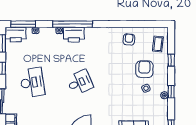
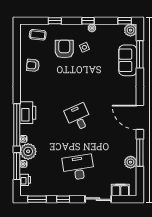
window: (23, 24) -> (17, 166), moved
printer: (16, 35) -> (25, 180), width x0.53, depth x0.68
plant: (47, 35) -> (28, 151), added
printer: (74, 35) -> (28, 113), moved
armchair: (144, 69) -> (64, 49), turned 90

